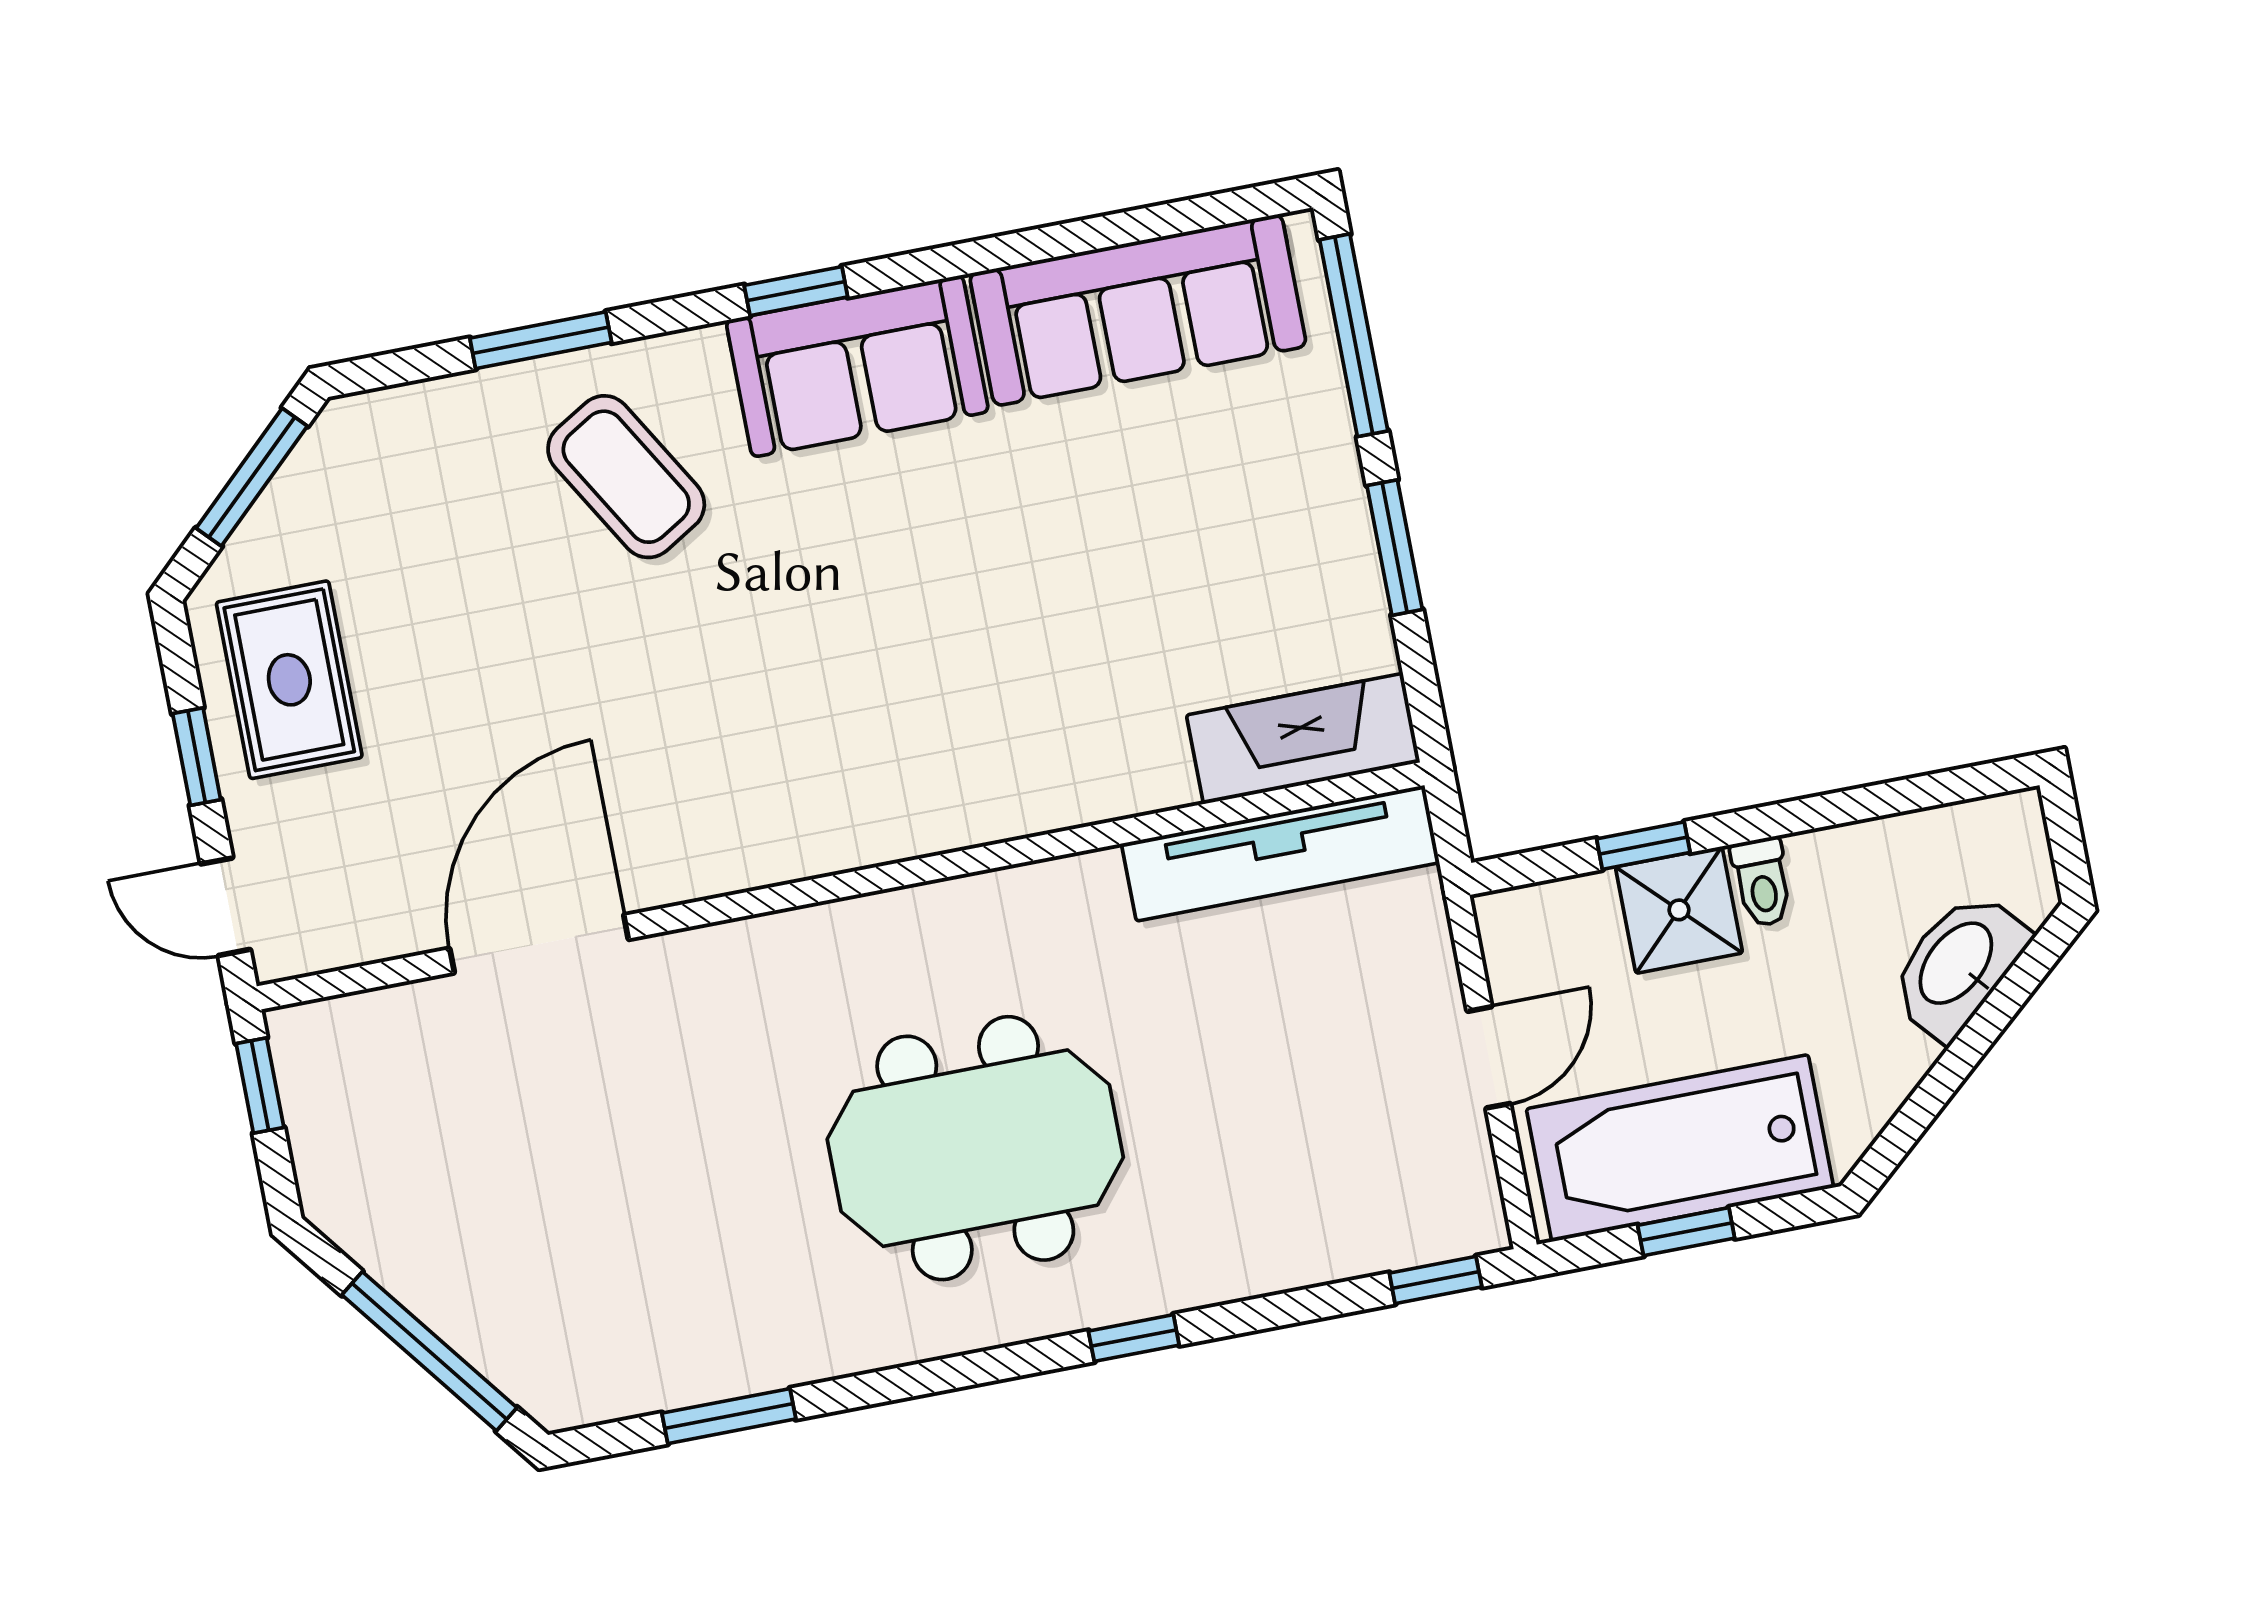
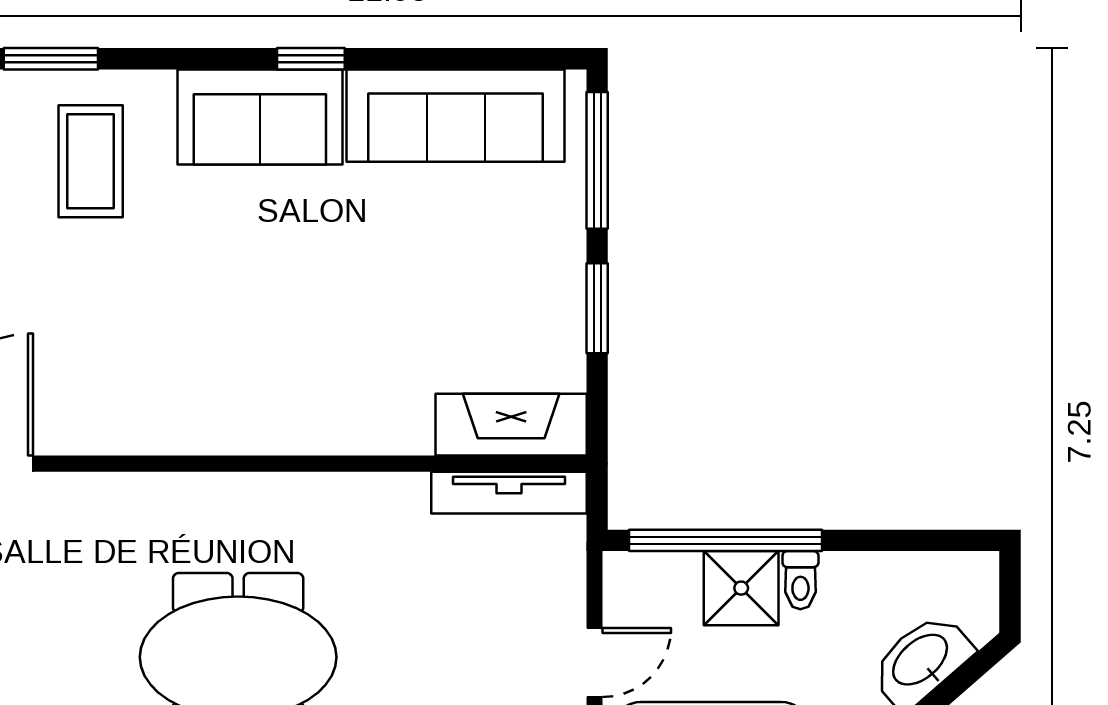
window: (796, 291) -> (311, 59), moved
coffee table: (626, 477) -> (91, 161), turned 31
window: (1643, 846) -> (726, 540), width x3.17
tv unit: (1280, 853) -> (509, 493), width x0.73, depth x0.78

